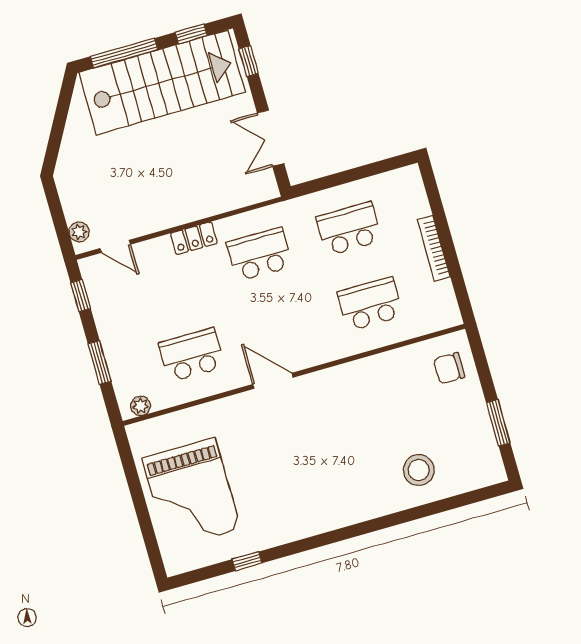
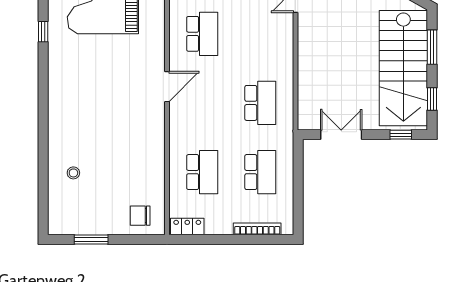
window: (124, 53) -> (432, 47), width x0.69
locker: (194, 238) -> (187, 227), moved, turned 90
bookcase: (434, 248) -> (257, 229), moved
chair: (449, 368) -> (140, 216), turned -90
stool: (419, 470) -> (73, 173), width x0.53, depth x0.53

